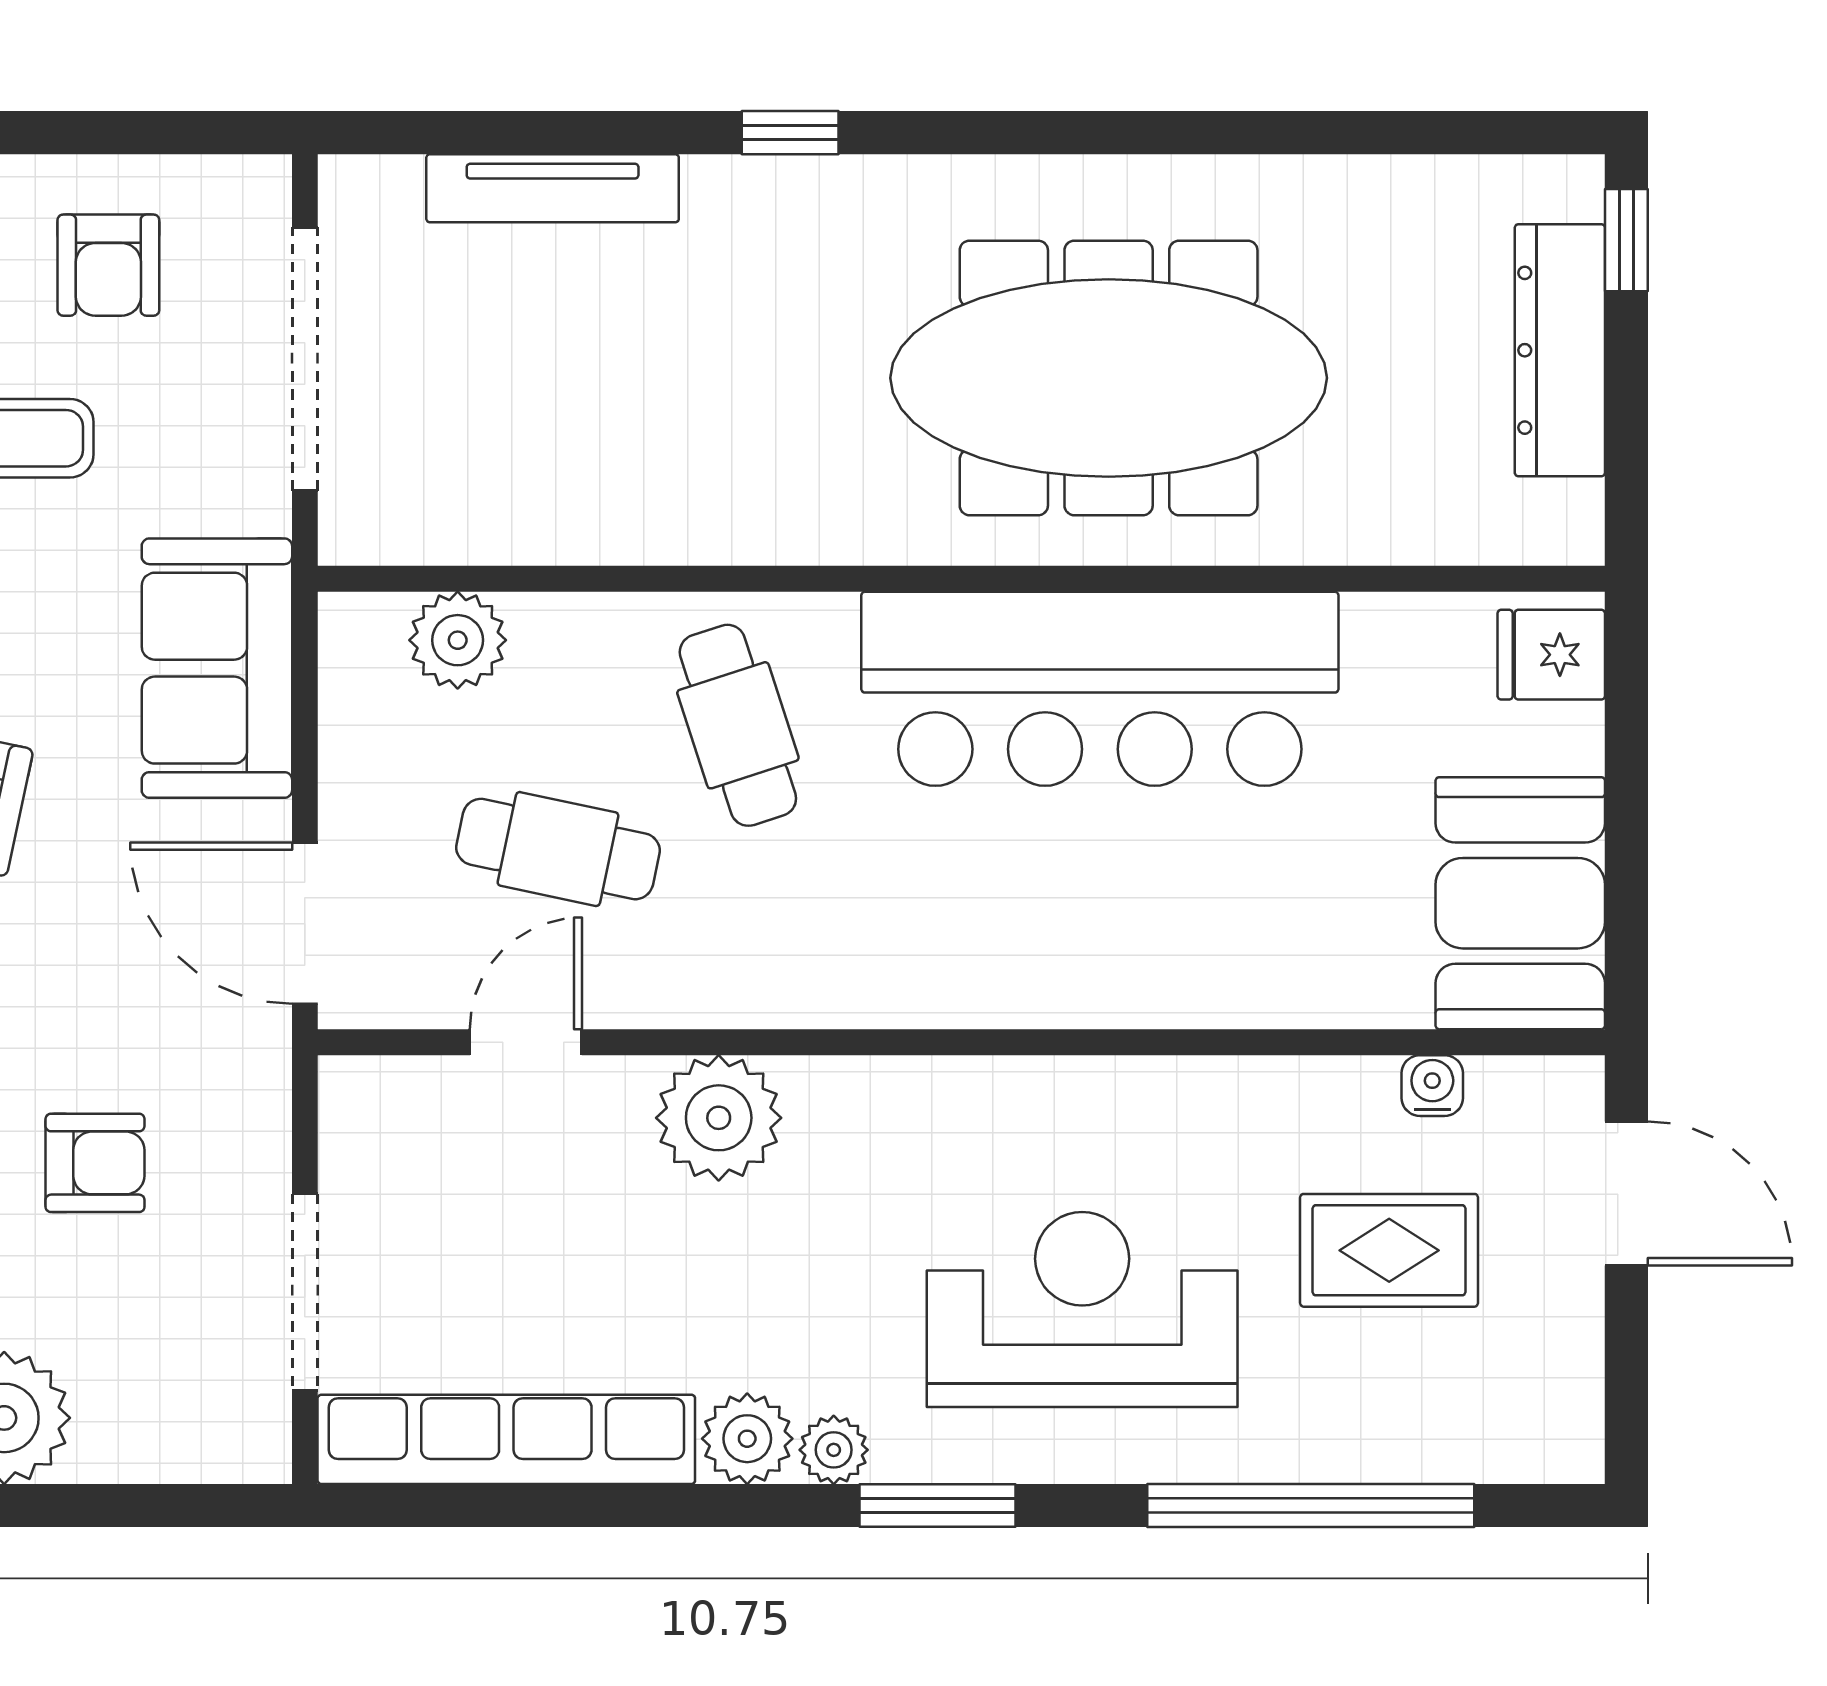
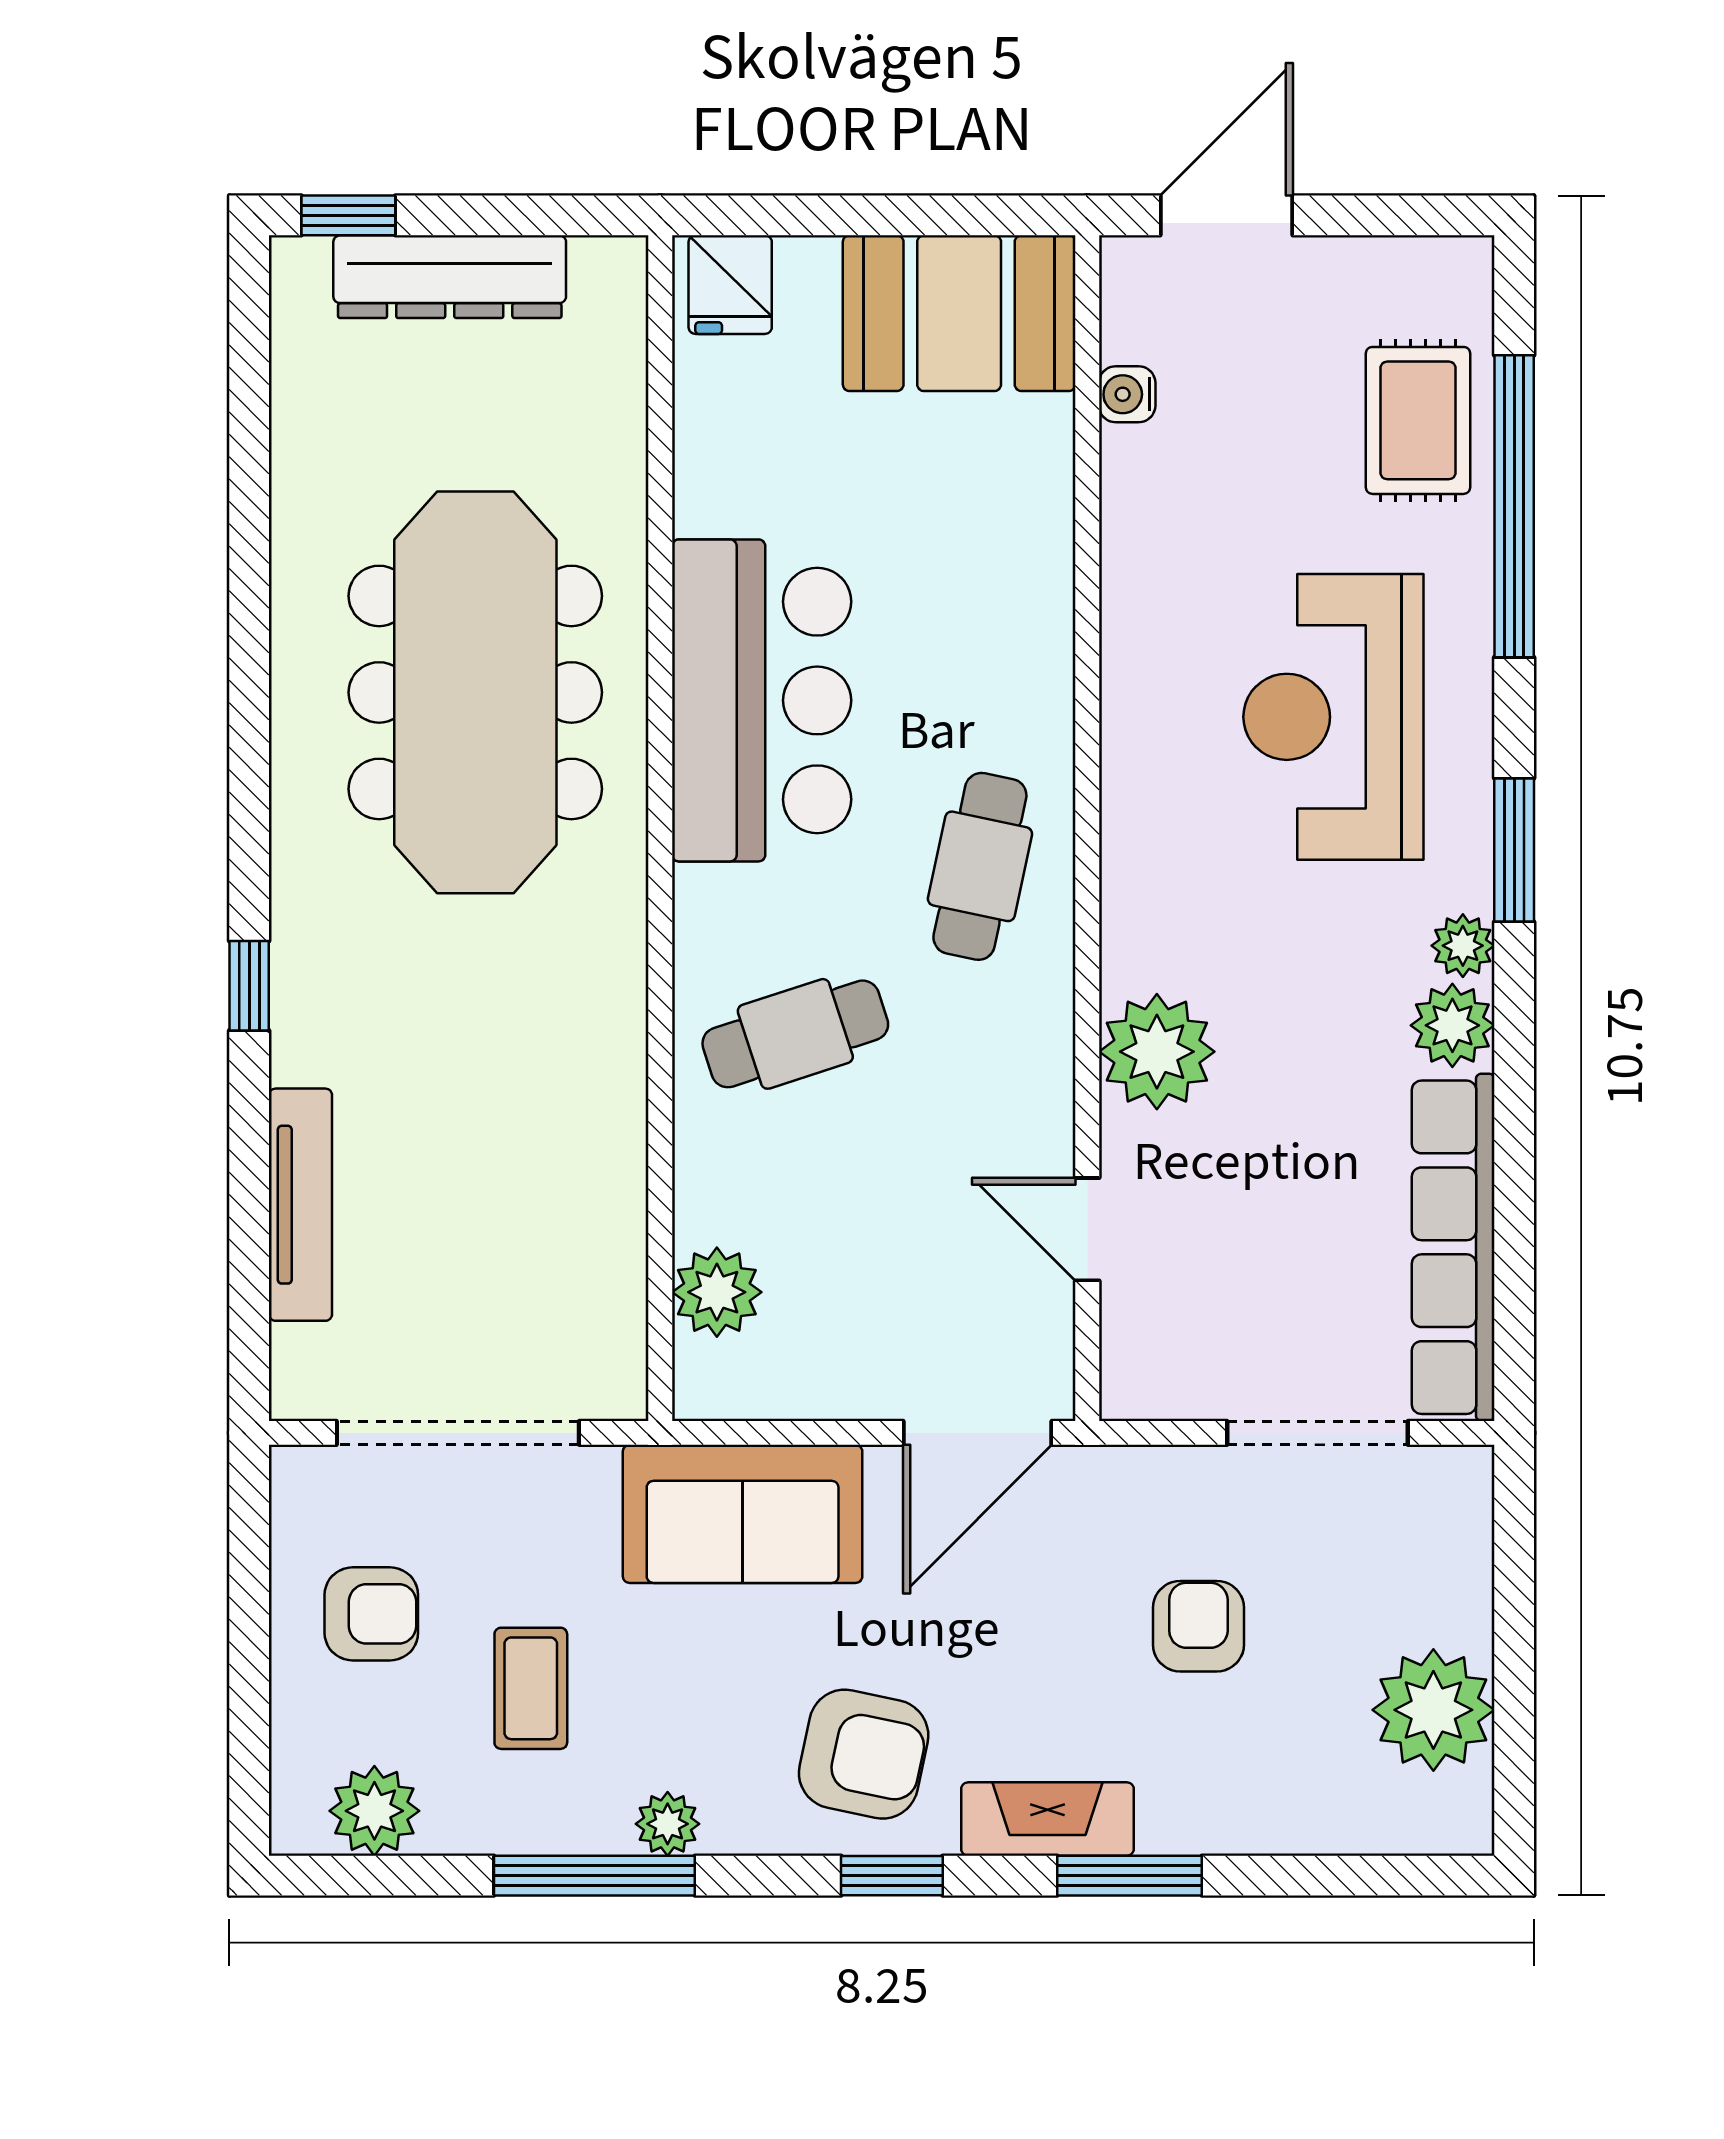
bar counter: (1100, 689) -> (762, 700), width x0.73
cafe table: (558, 849) -> (980, 866), moved
rug: (1389, 1250) -> (1418, 420), moved

